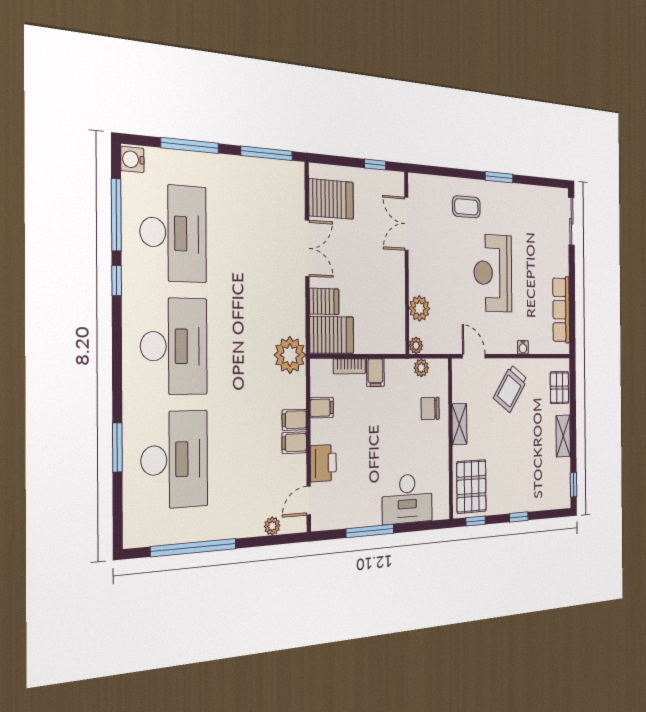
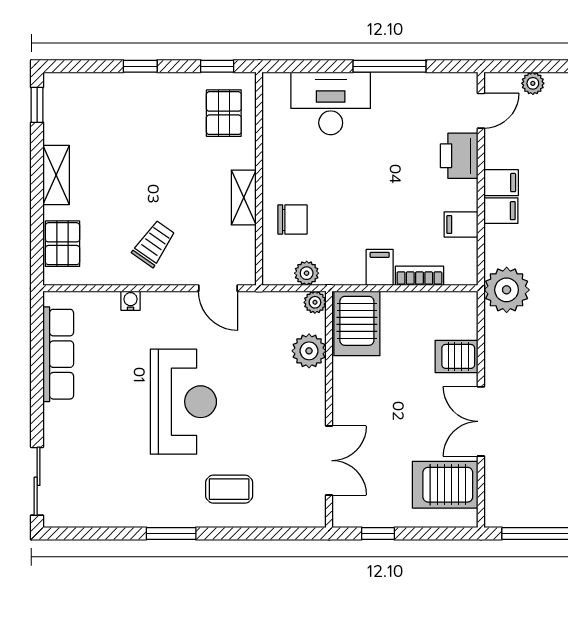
server rack: (332, 335) -> (357, 323), moved, turned -90
trolley: (510, 389) -> (154, 244), width x0.73, depth x0.72
pallet: (471, 486) -> (224, 113), width x0.67, depth x0.71

